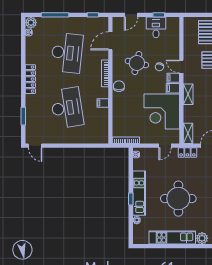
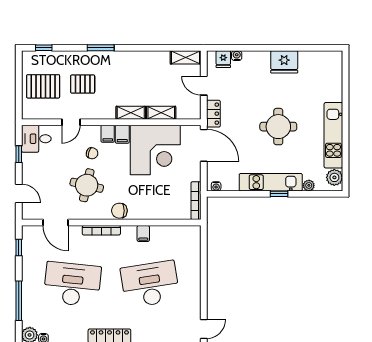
desk: (156, 27) -> (36, 139), moved
door: (181, 67) -> (71, 122), moved
shelving: (188, 133) -> (161, 113), moved
door: (165, 146) -> (204, 145), width x1.88
round table: (178, 199) -> (278, 127), width x0.73, depth x0.73
plant: (202, 238) -> (334, 177), moved

